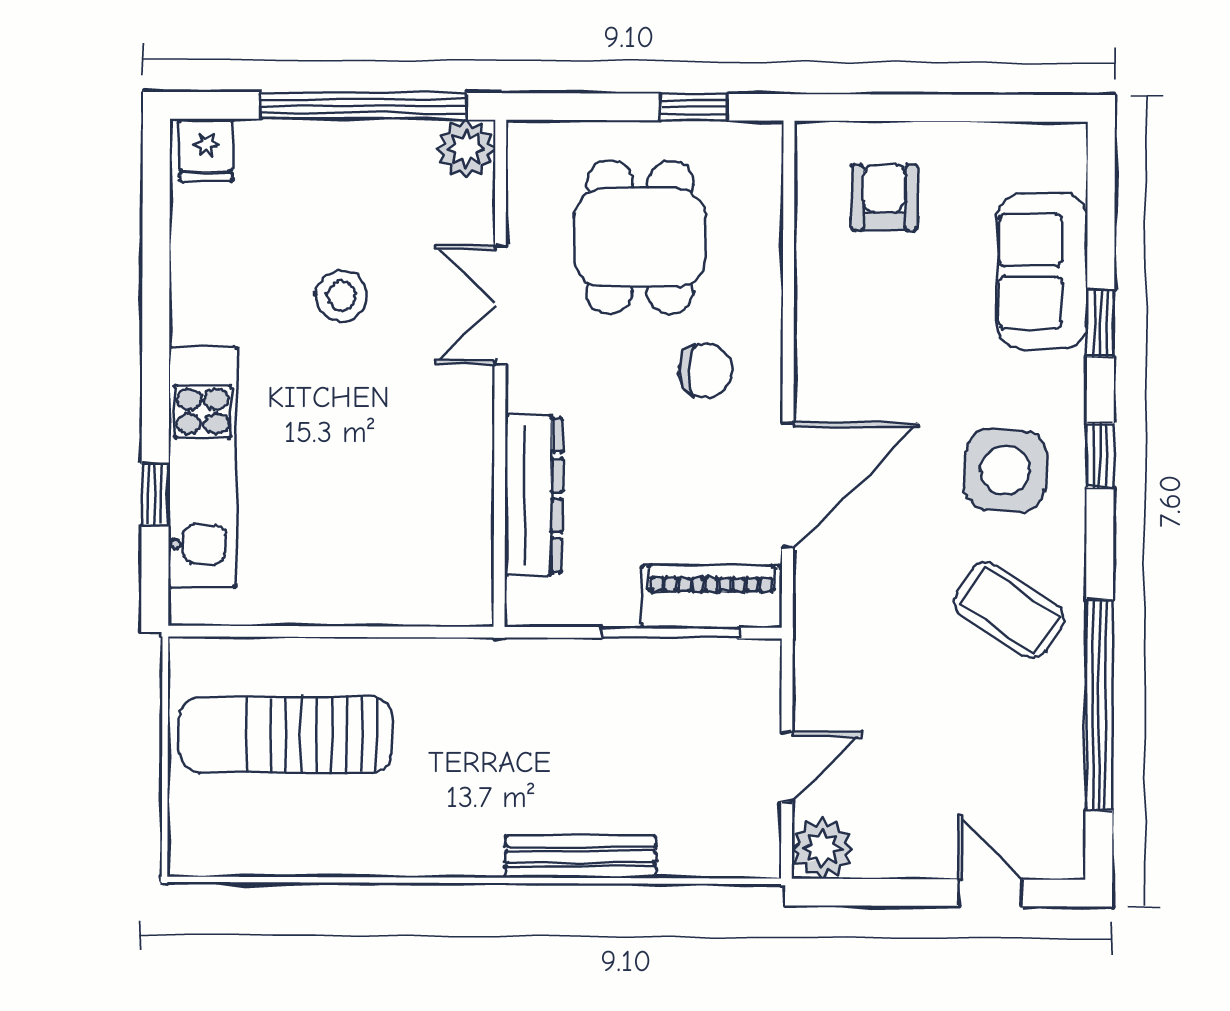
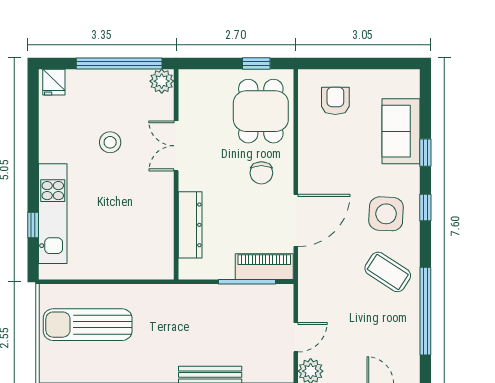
dining table: (640, 237) -> (261, 111), moved
chair: (705, 371) -> (261, 173), turned 90

